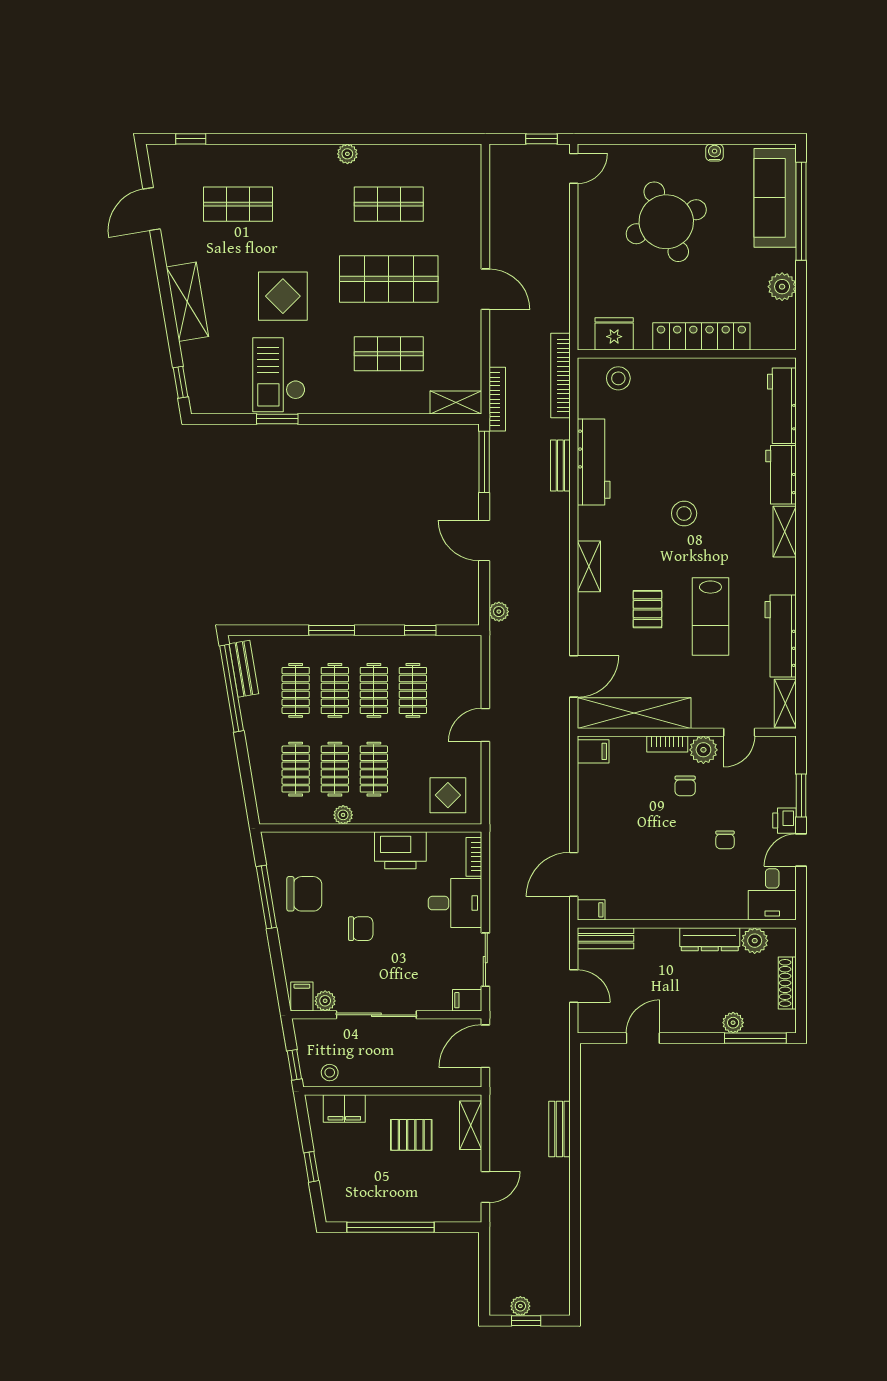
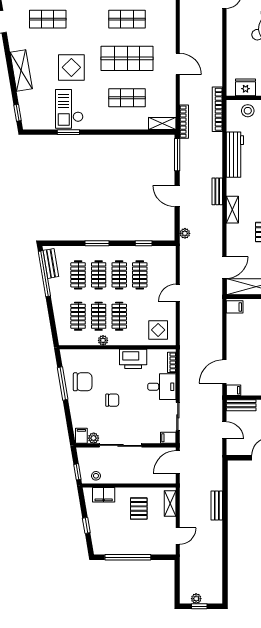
bench: (560, 466) -> (217, 191), moved
pallet: (411, 1135) -> (139, 509), turned 90

